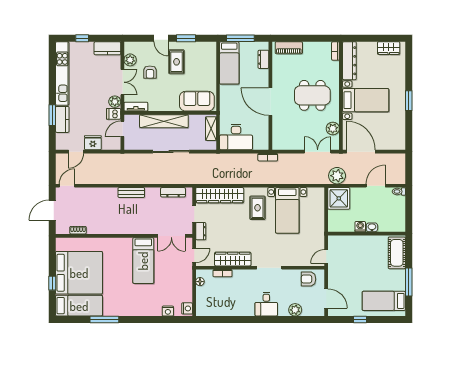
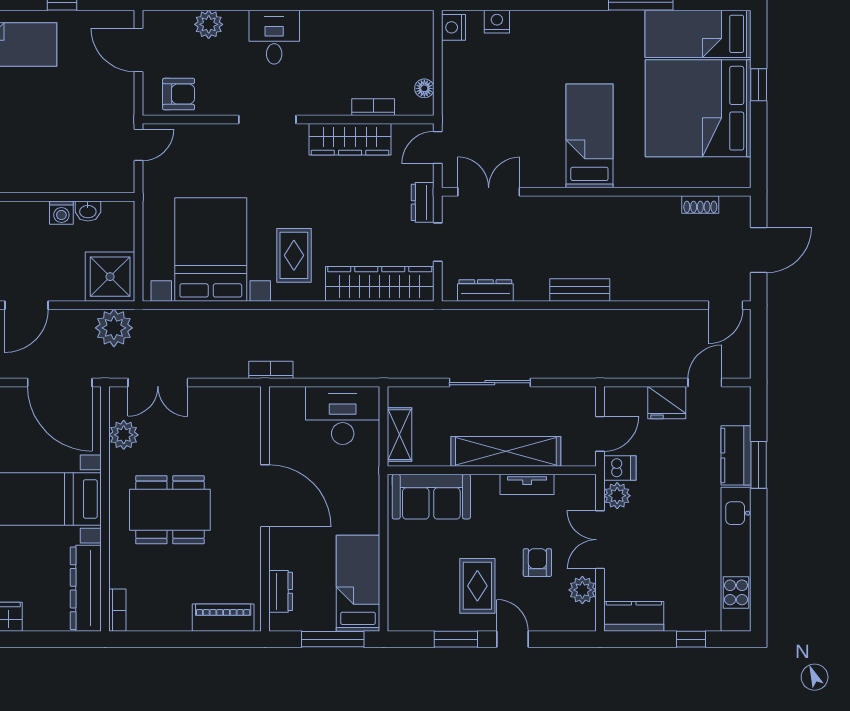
tv unit: (136, 107) -> (527, 484), moved
bed with nightstands: (287, 210) -> (211, 249), width x1.36
washbasin: (372, 227) -> (88, 211), moved
bed: (143, 261) -> (589, 136), moved

